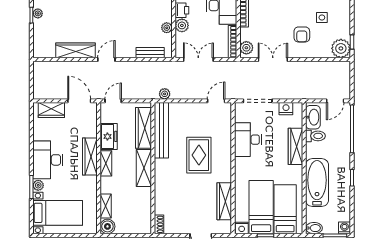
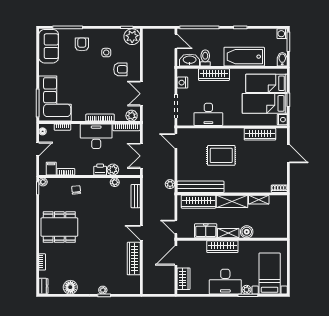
shelving: (106, 206) -> (259, 200), moved
boiler: (107, 226) -> (247, 232), moved

